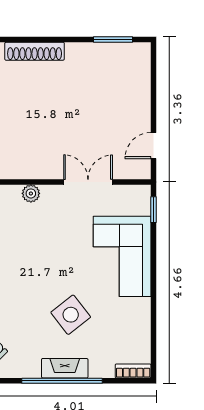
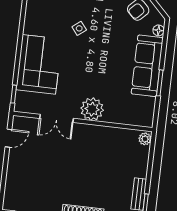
plant: (31, 193) -> (92, 109), width x1.87, depth x1.87
side table: (71, 315) -> (79, 28), width x0.54, depth x0.54

